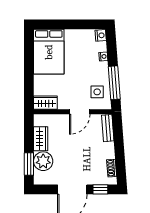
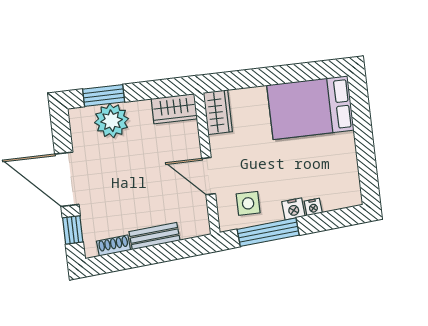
nightstand: (101, 35) -> (293, 209), moved
bench: (108, 128) -> (155, 236), moved
wardrobe: (41, 139) -> (174, 109), moved

